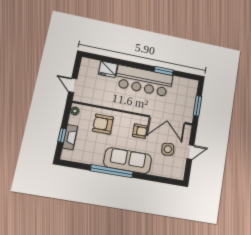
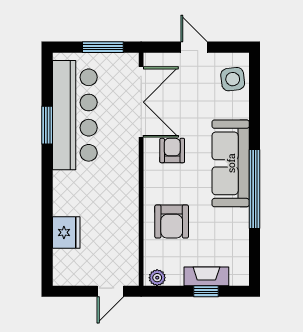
bar counter: (144, 81) -> (75, 115), moved
side table: (168, 149) -> (233, 79), moved

